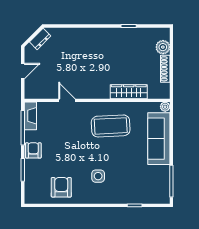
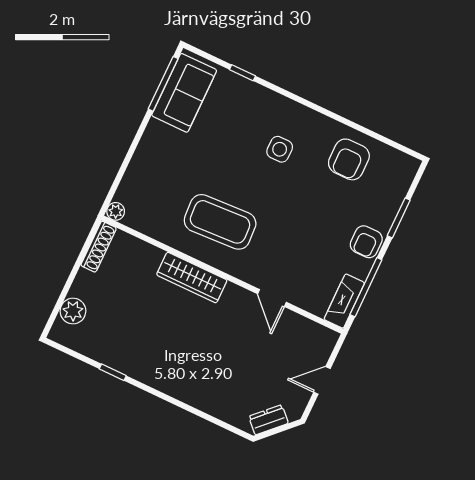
shoe rack: (165, 69) -> (99, 247), moved
wardrobe: (129, 92) -> (192, 278), moved
sofa: (159, 139) -> (184, 93), moved, width x0.73

